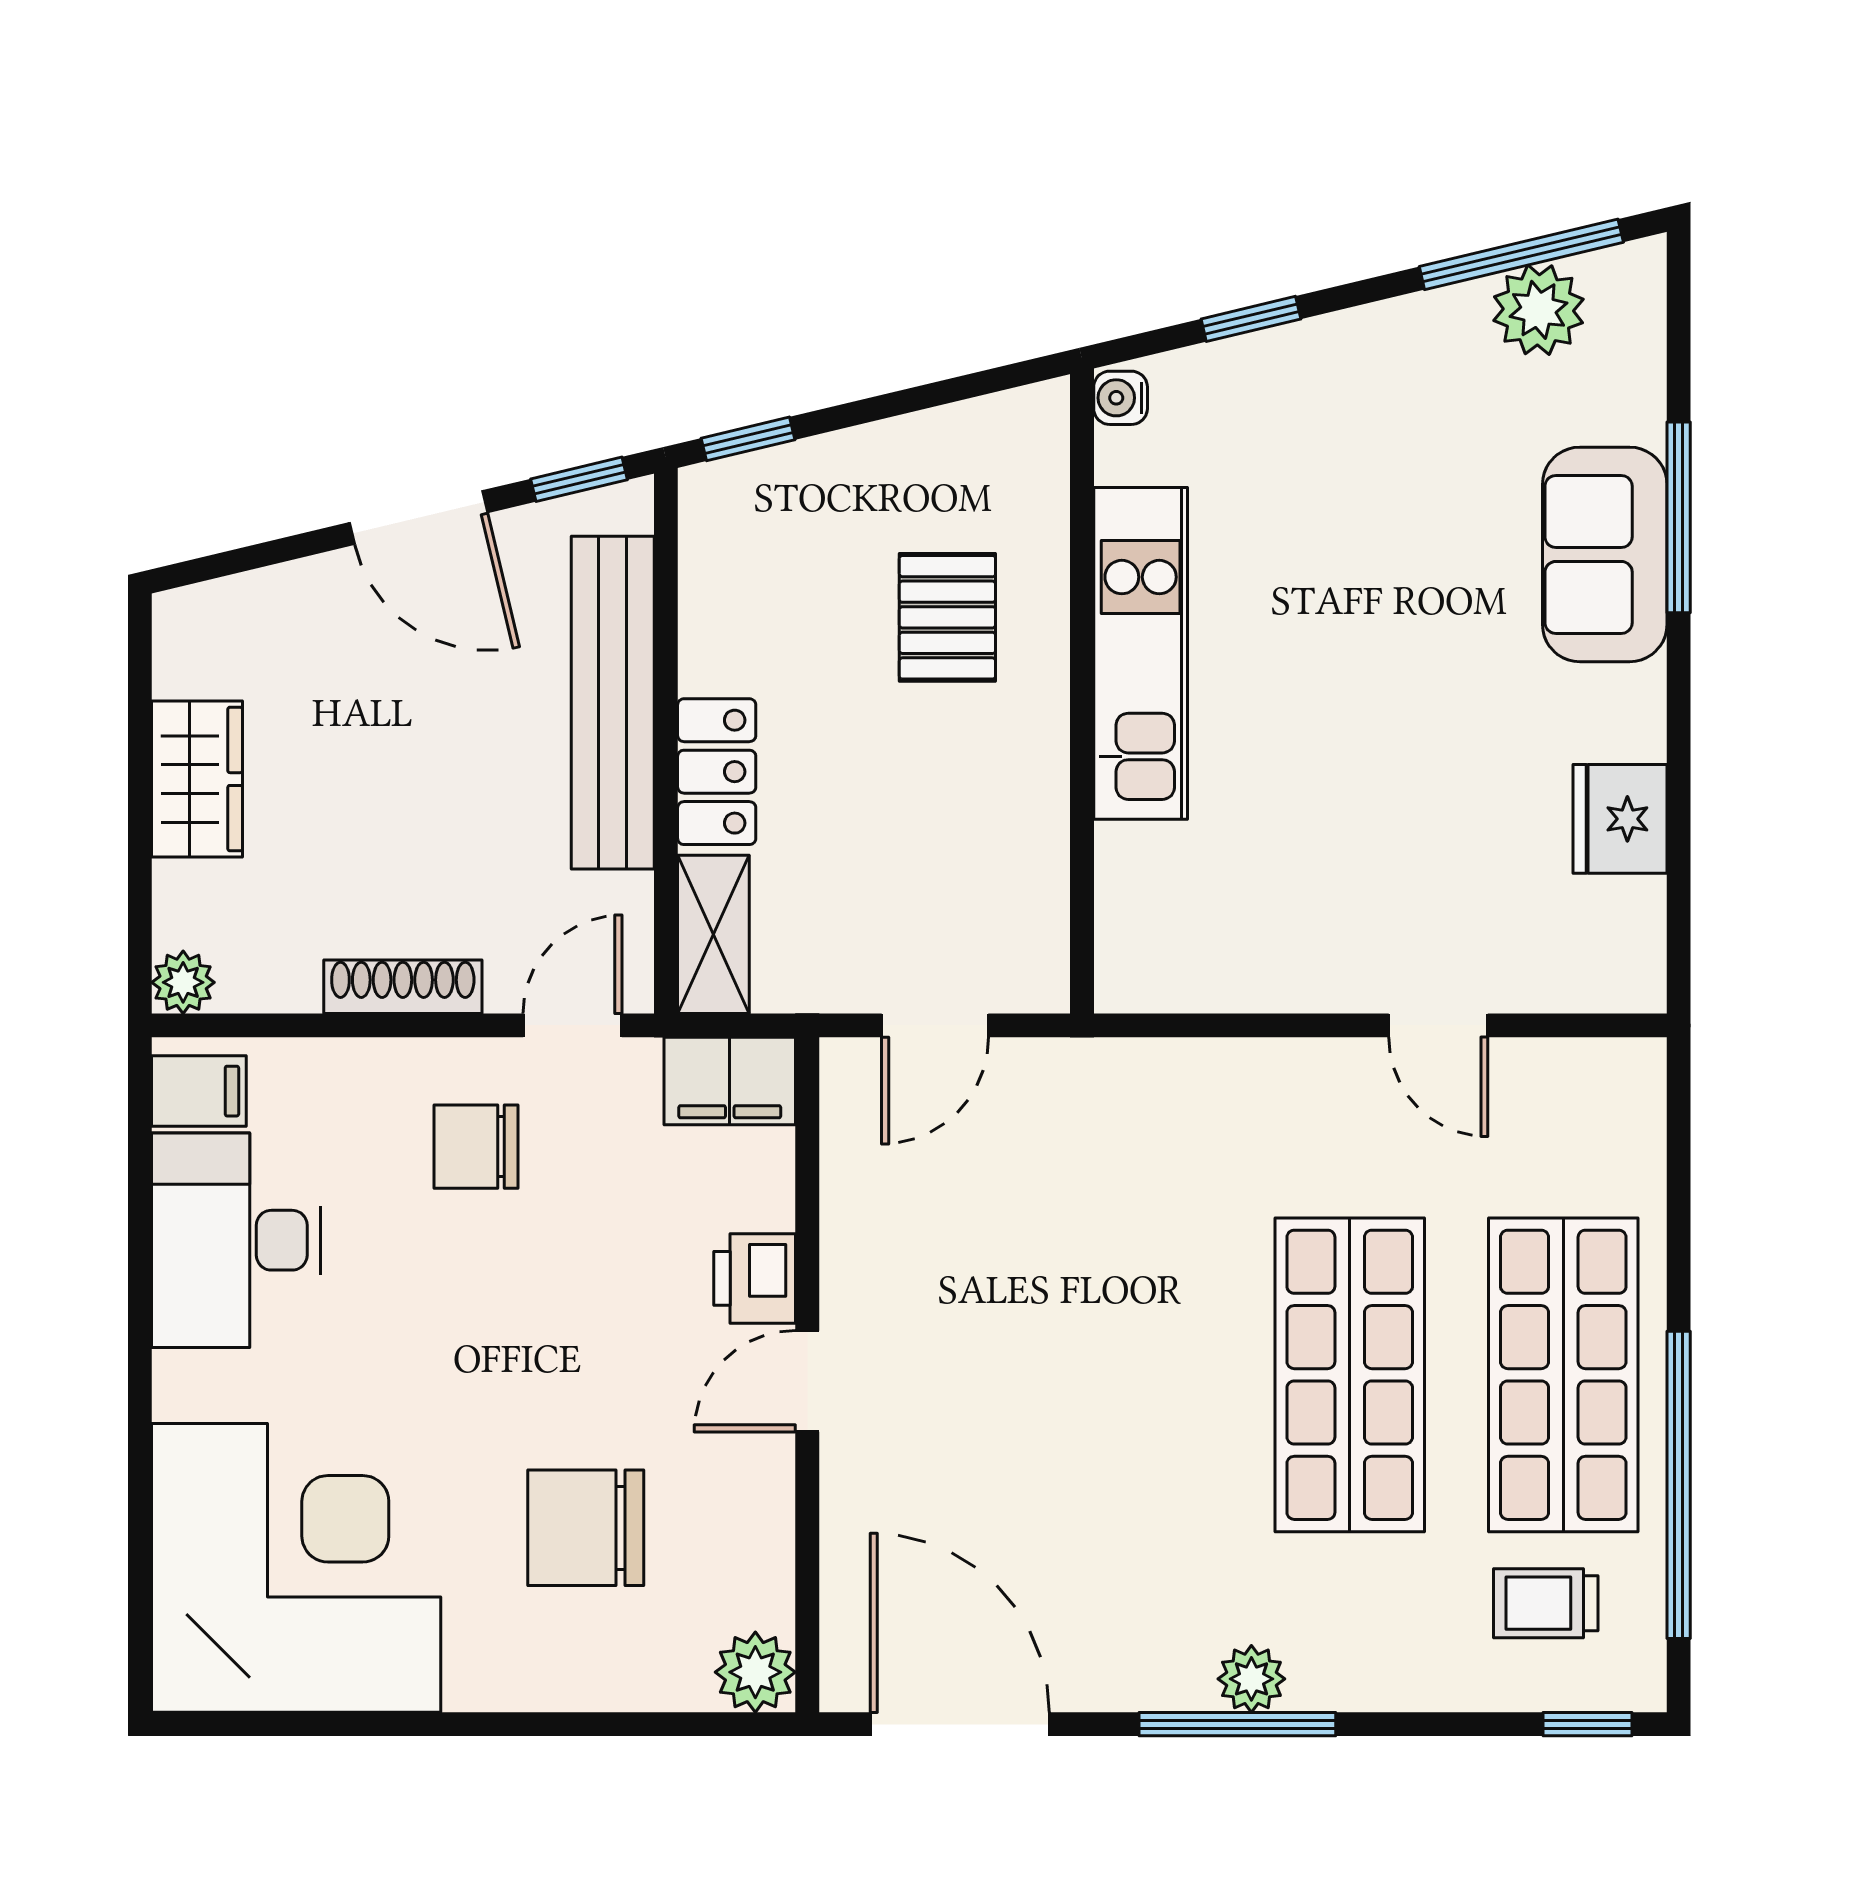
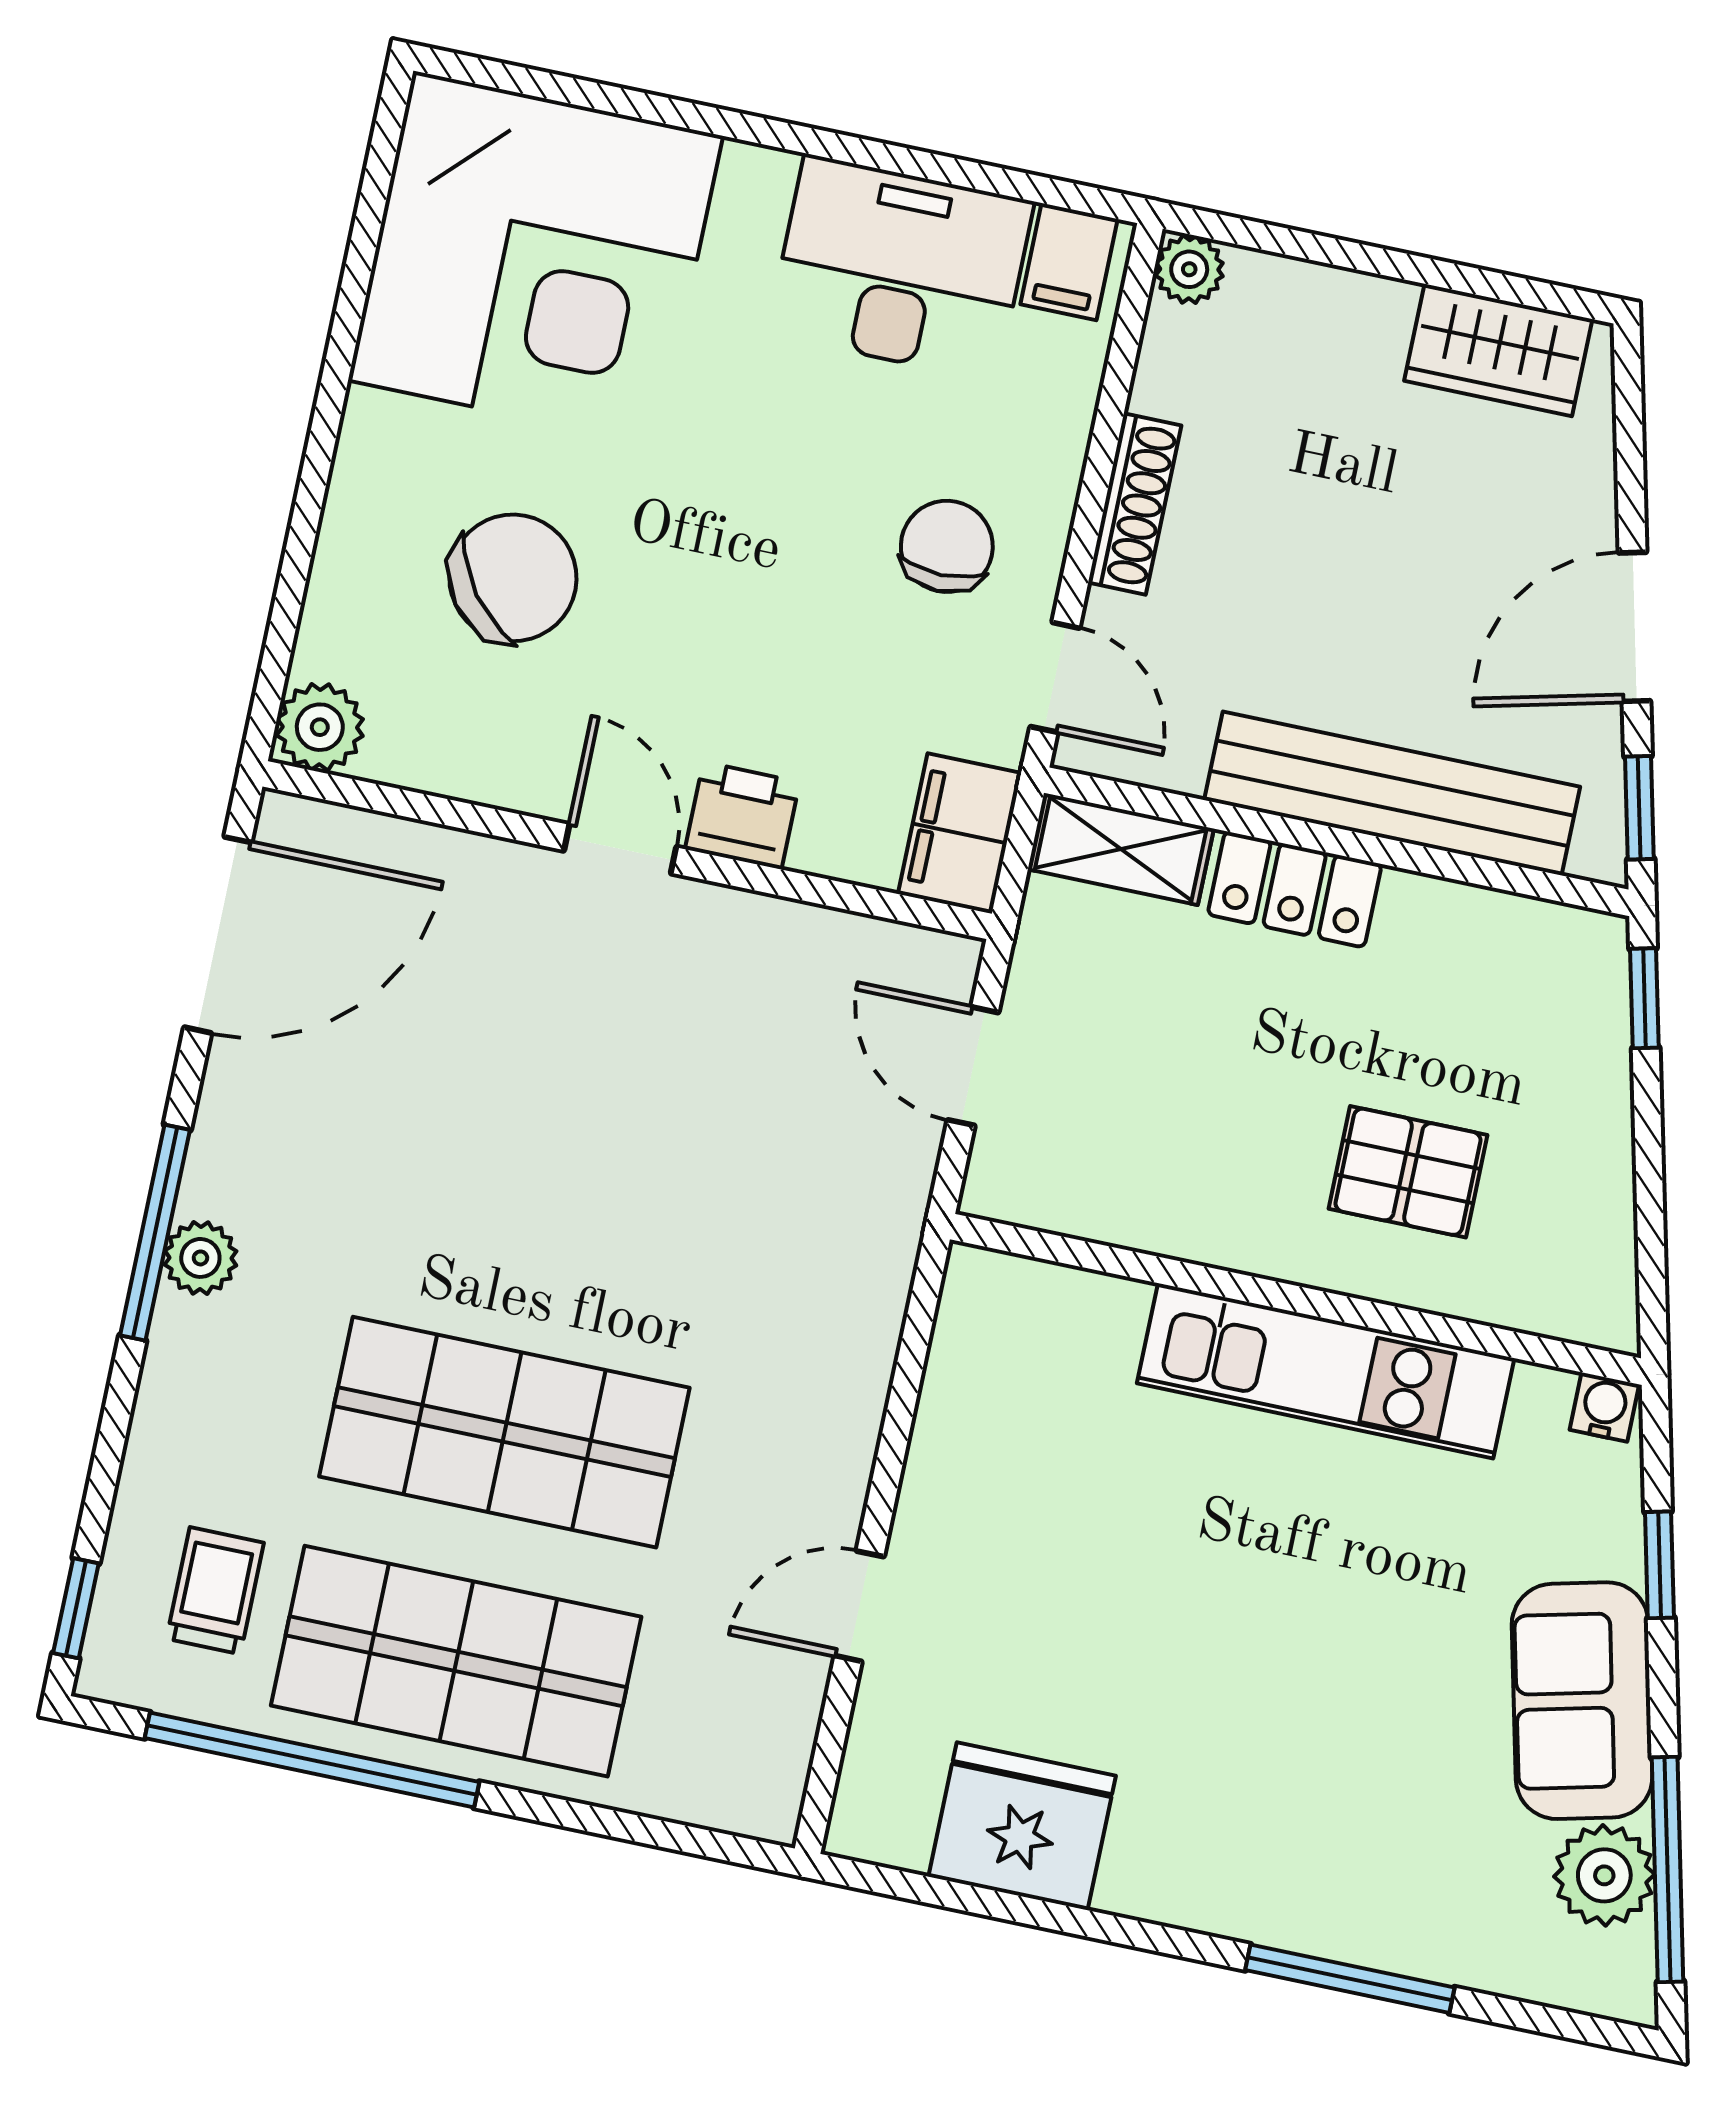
sofa: (1605, 554) -> (1582, 1701), moved, turned -103
wardrobe: (197, 779) -> (1498, 350), moved
fridge: (1620, 819) -> (1022, 1826), width x1.36, depth x1.34
chair: (586, 1528) -> (513, 578), turned 53

